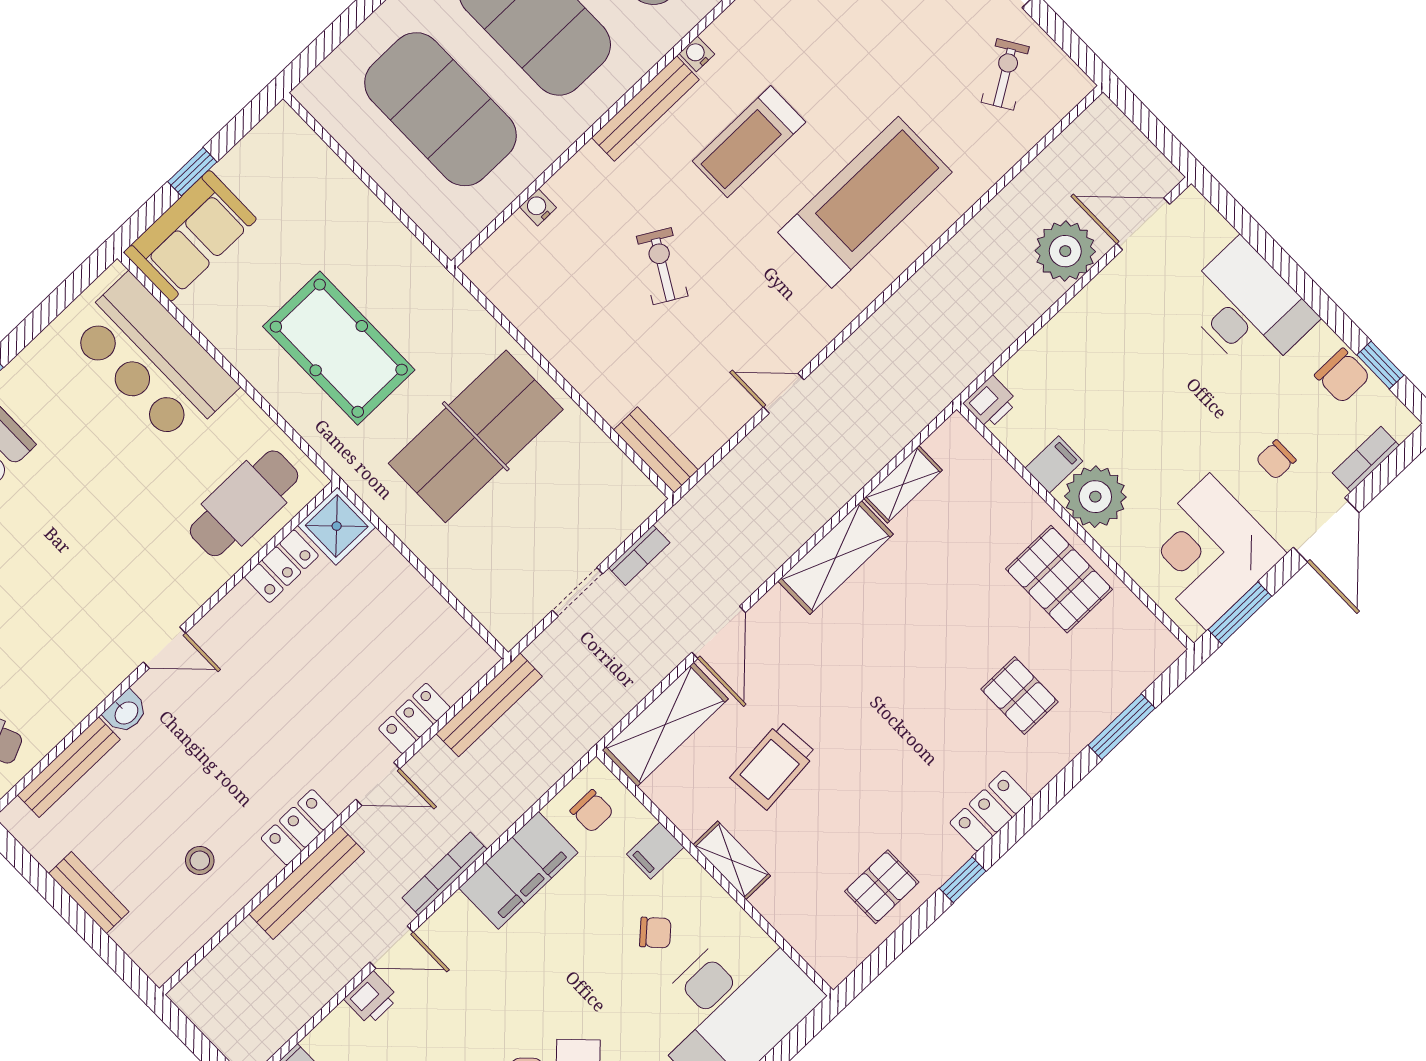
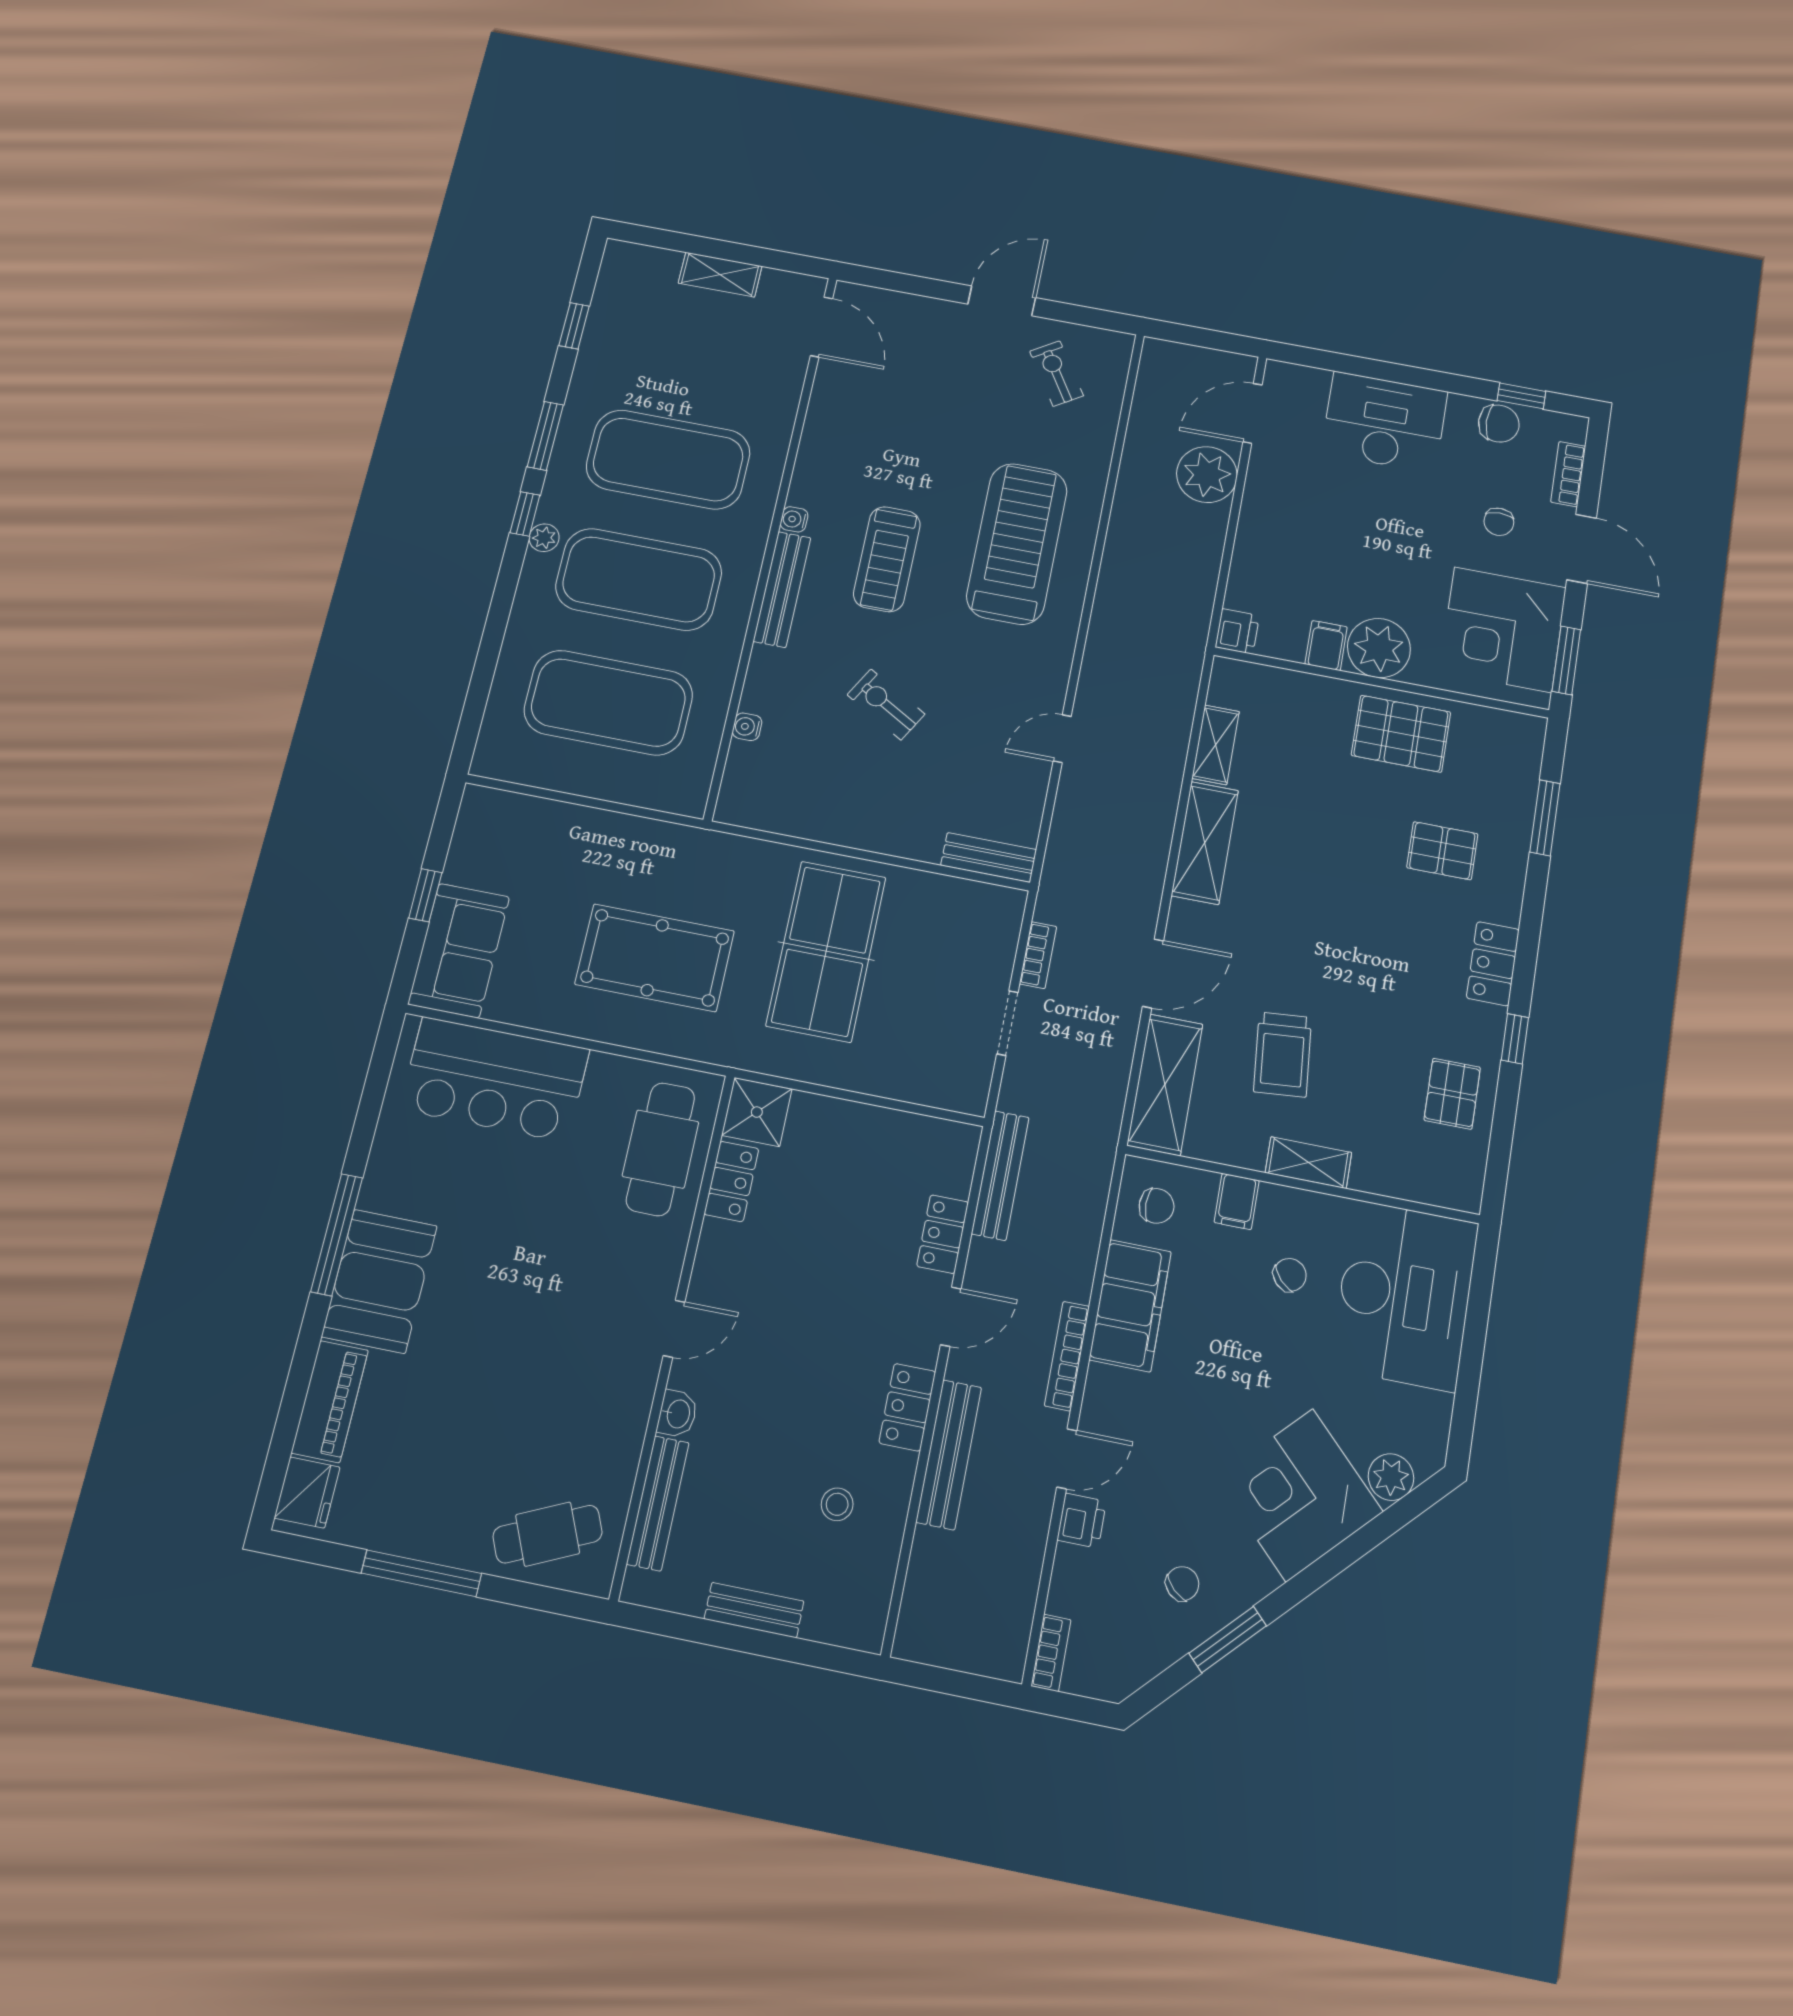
door: (719, 632) -> (1153, 974), hinge flipped

